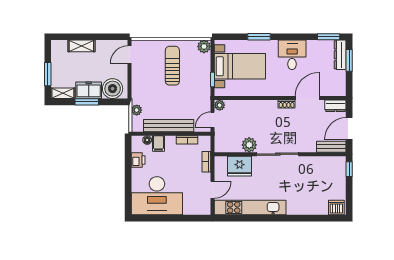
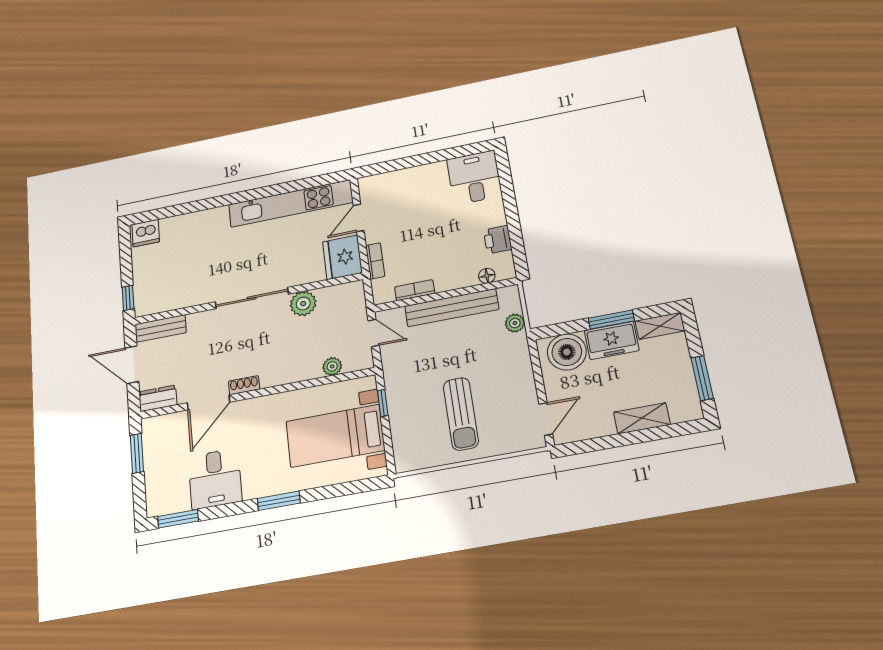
window: (259, 37) -> (279, 501), moved
plant: (204, 46) -> (406, 460), removed
desk: (292, 55) -> (215, 479), moved
dresser: (340, 55) -> (155, 490), removed
window: (349, 60) -> (137, 453), moved
window: (48, 74) -> (702, 378), moved
plant: (220, 105) -> (332, 366), moved
door: (212, 120) -> (374, 333), hinge flipped
door: (349, 128) -> (132, 365), swing flipped
filing cabinet: (158, 143) -> (465, 274), removed
fridge: (240, 166) -> (342, 257), moved, turned -90
desk: (157, 196) -> (474, 178), width x0.53, depth x0.77

